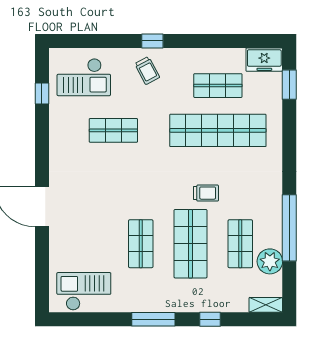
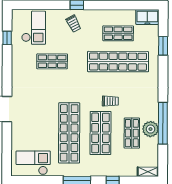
checkout: (84, 77) -> (34, 28), turned -90
window: (289, 85) -> (163, 46), moved
shop shelf: (141, 244) -> (69, 133), width x2.00, depth x1.36
plant: (270, 261) -> (151, 129), moved

